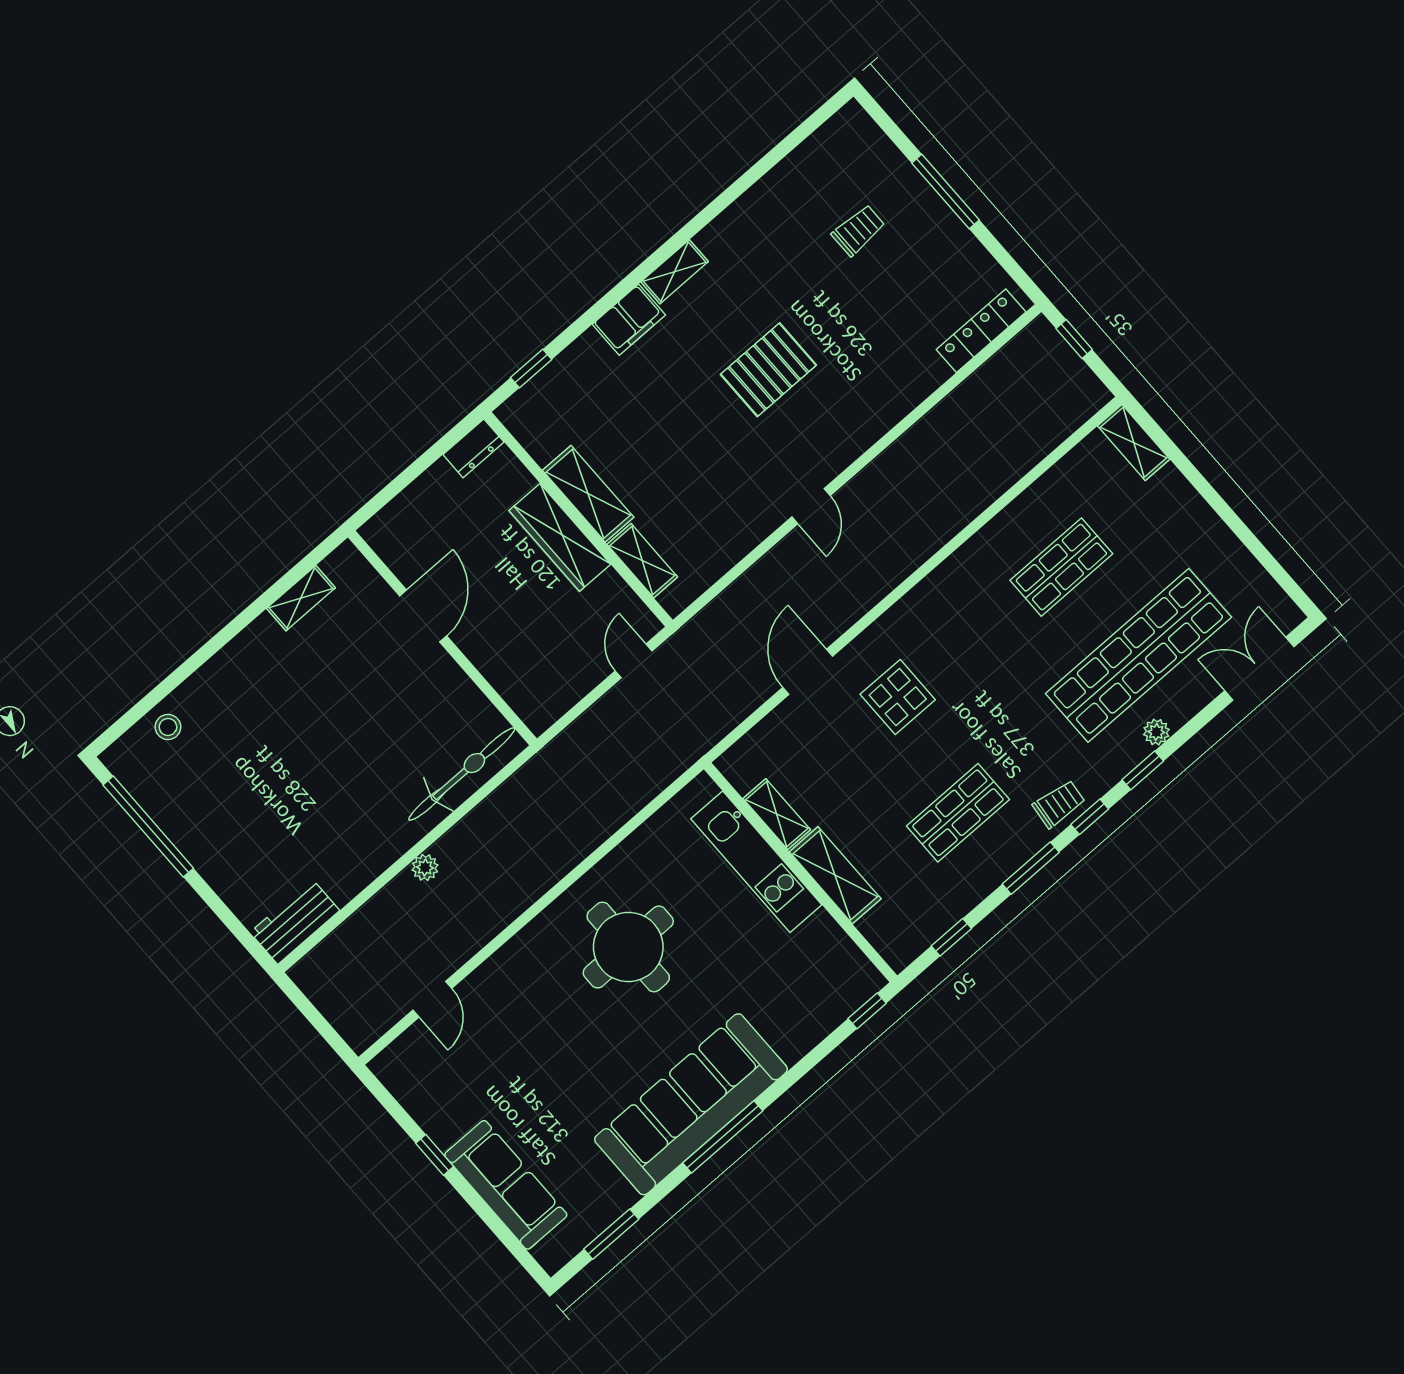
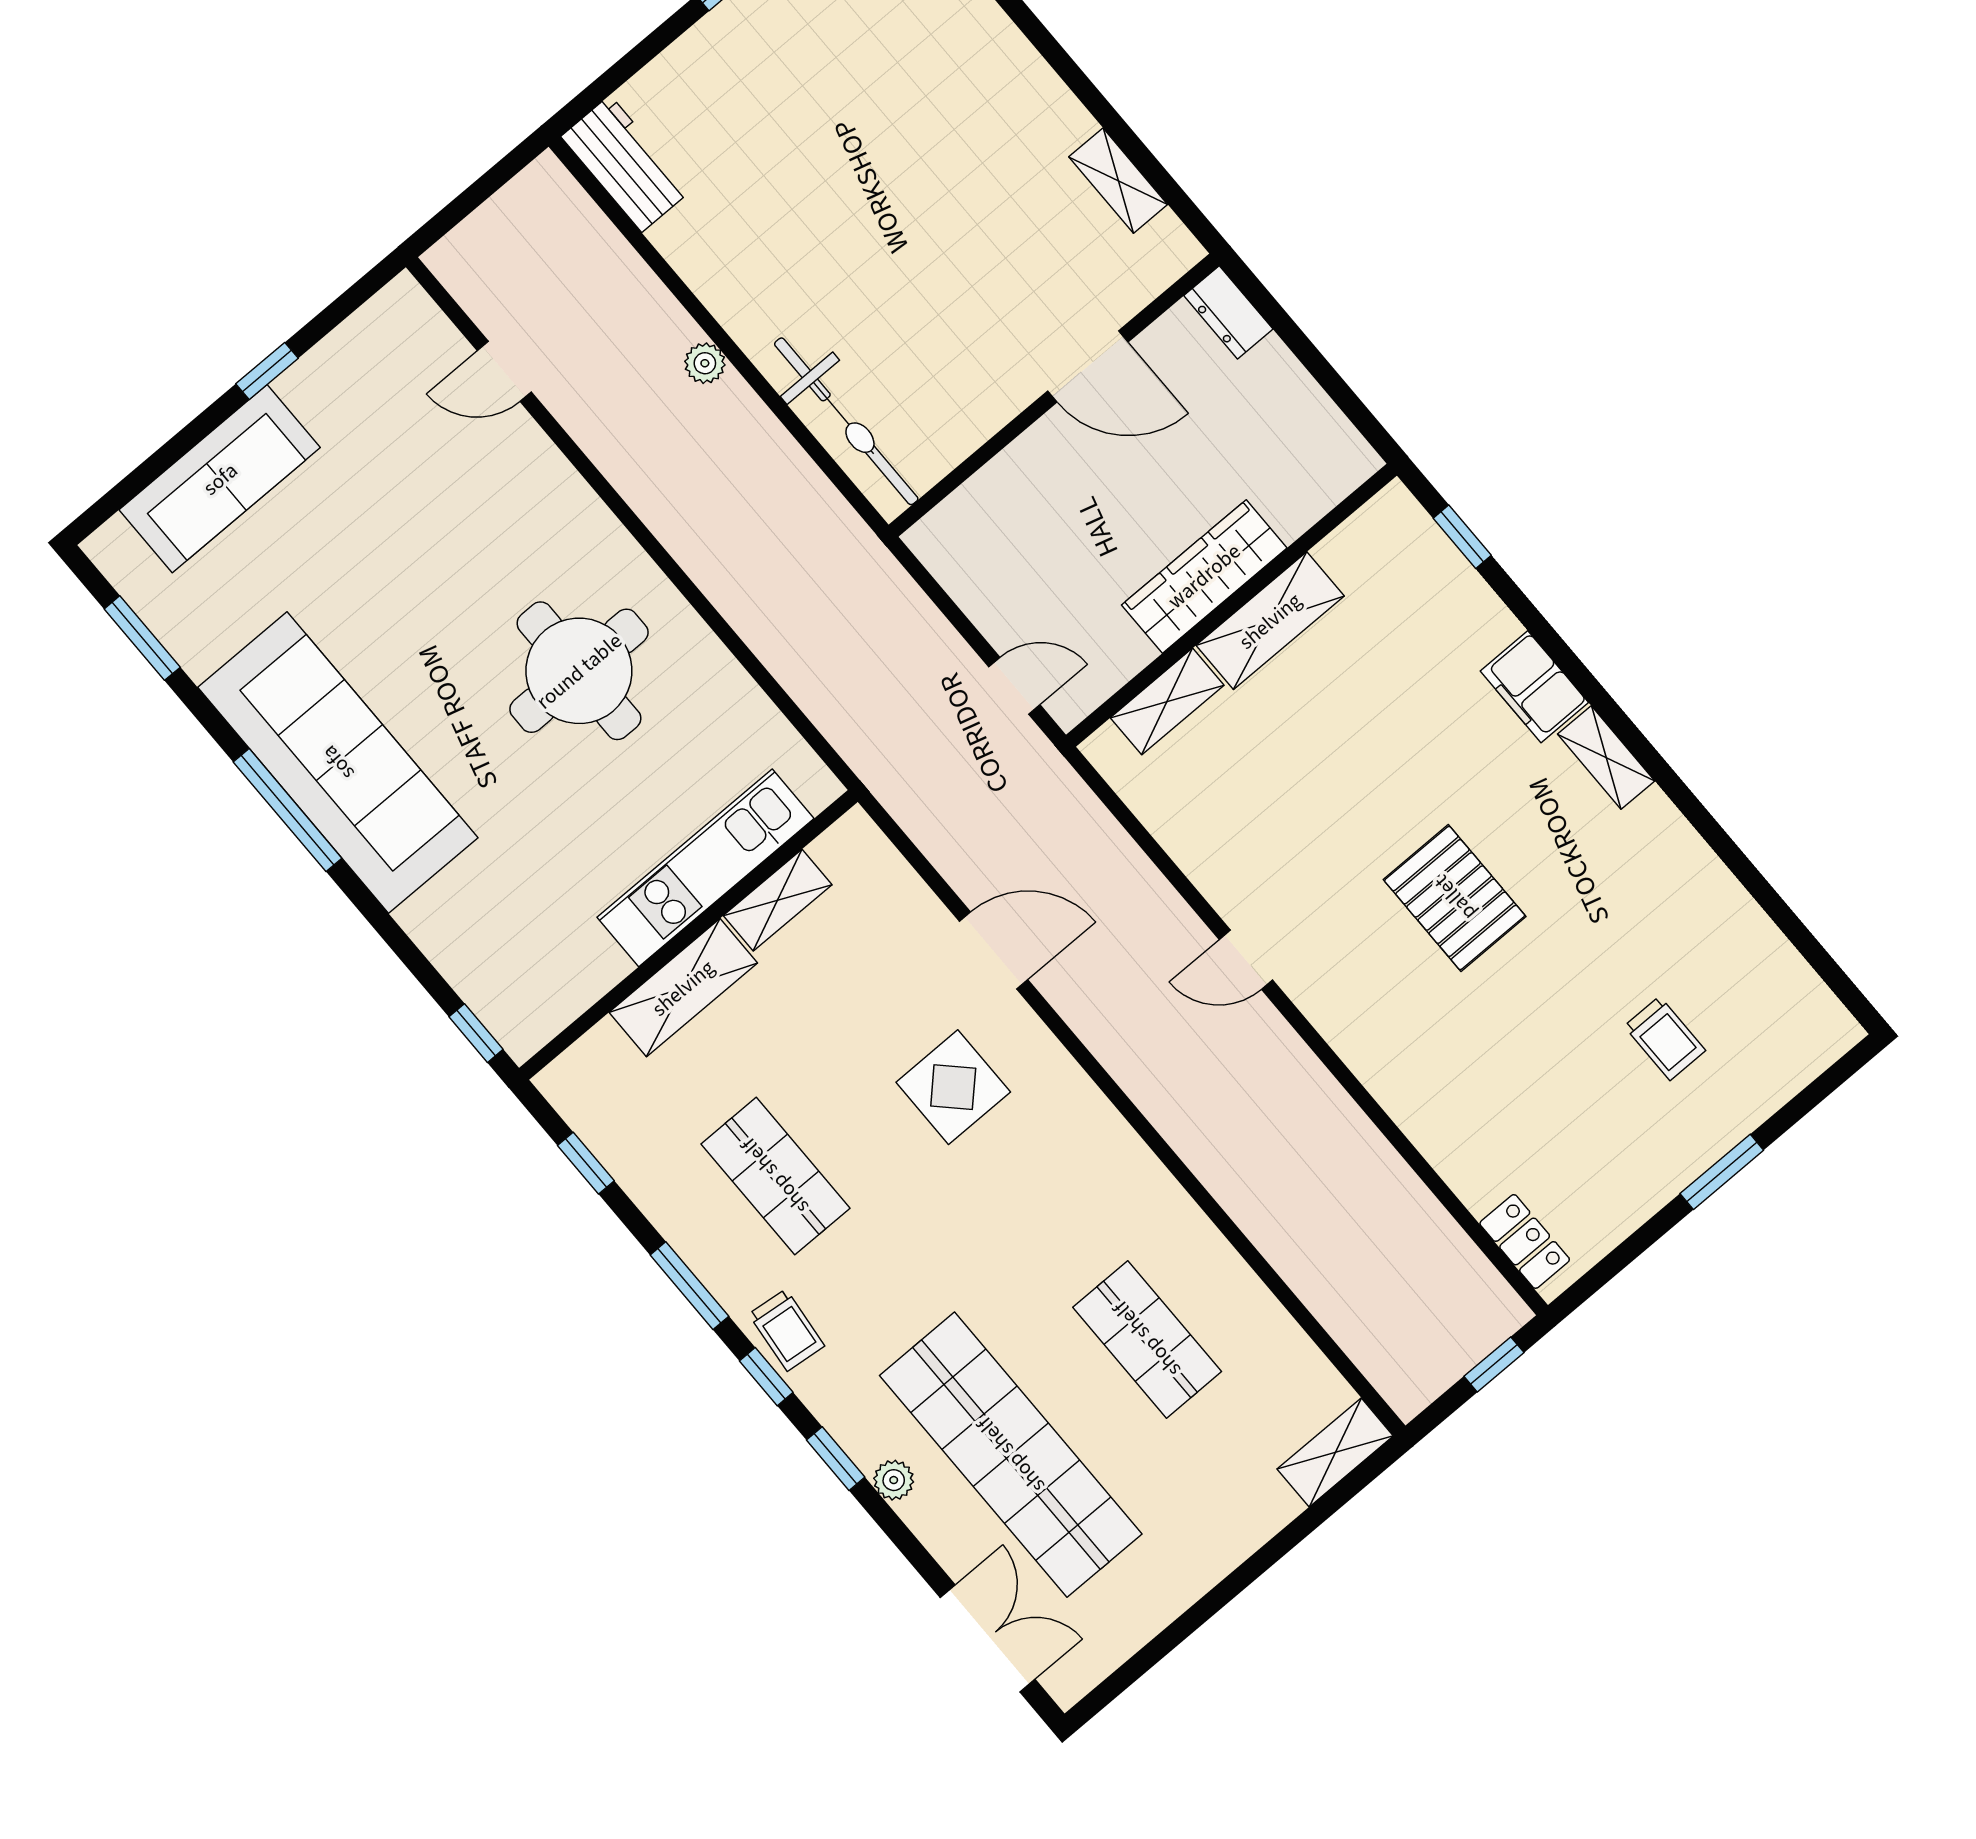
window: (945, 192) -> (1722, 1172), width x0.69
locker: (981, 331) -> (1525, 1241), width x0.66
dresser: (473, 448) -> (1228, 312), moved

